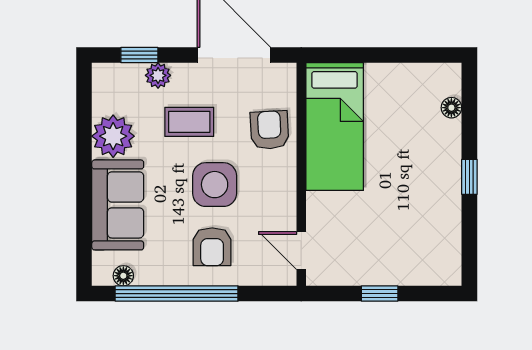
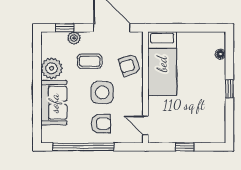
armchair: (269, 130) -> (130, 65), turned -105
armchair: (212, 247) -> (101, 124), turned -90
floor lamp: (123, 276) -> (57, 138), removed

